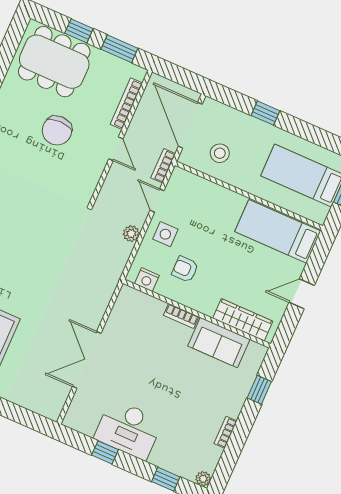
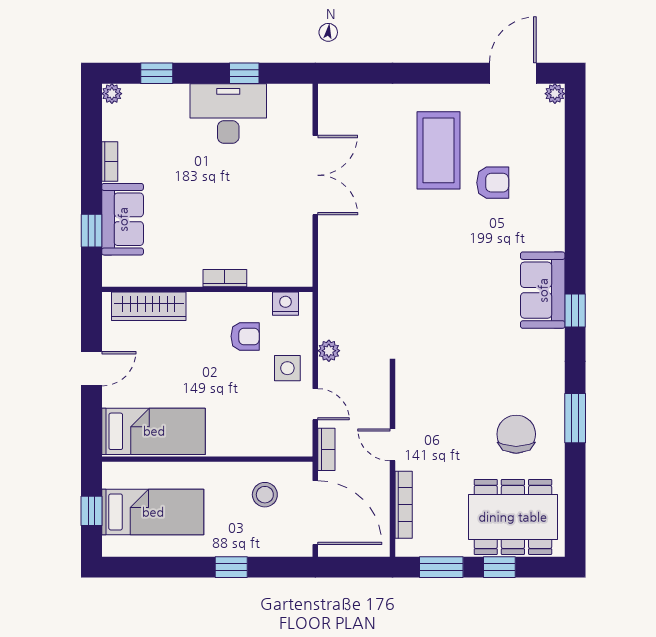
chair: (57, 130) -> (516, 434), moved
sofa: (219, 343) -> (123, 219), moved, turned 90

